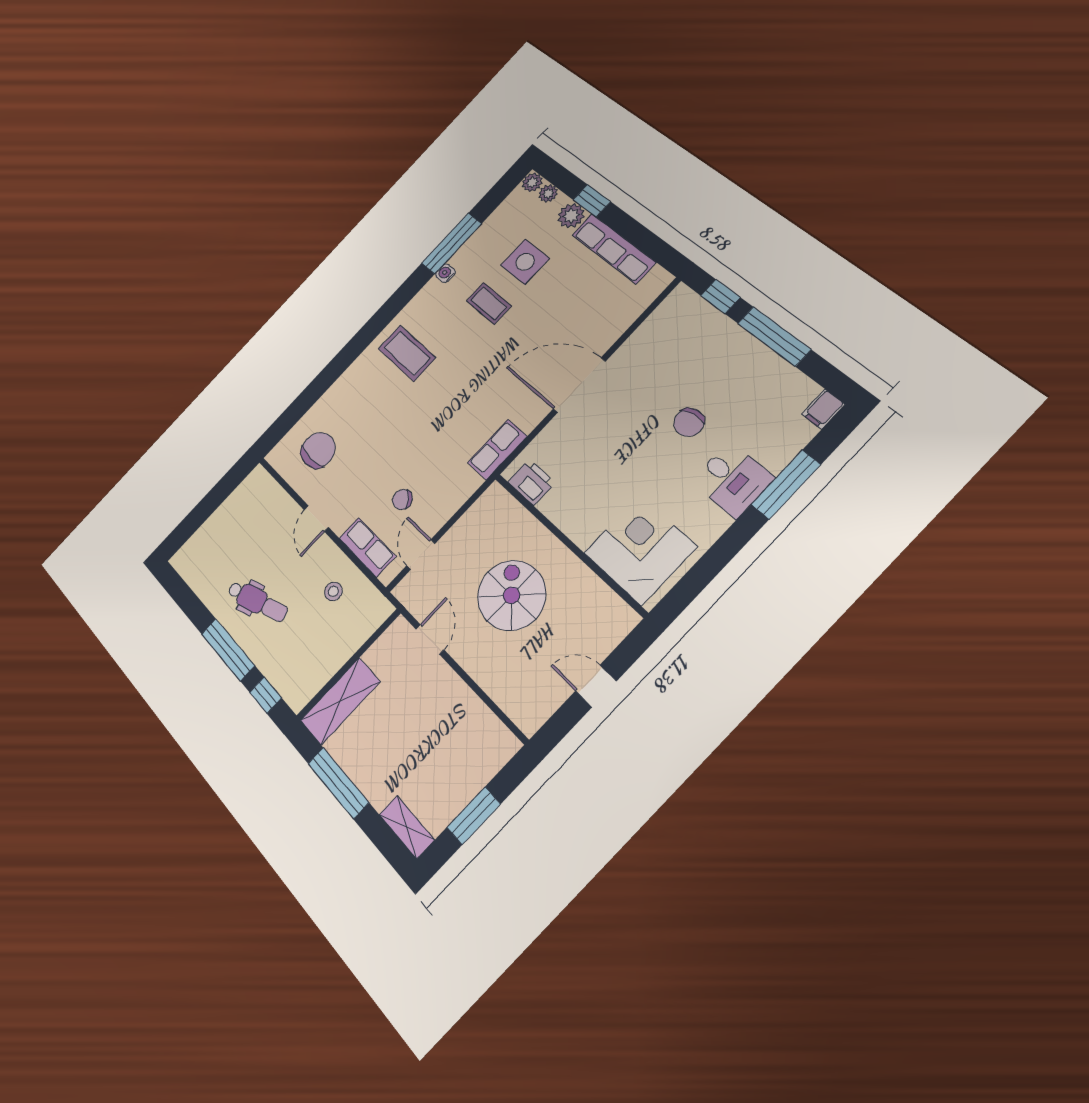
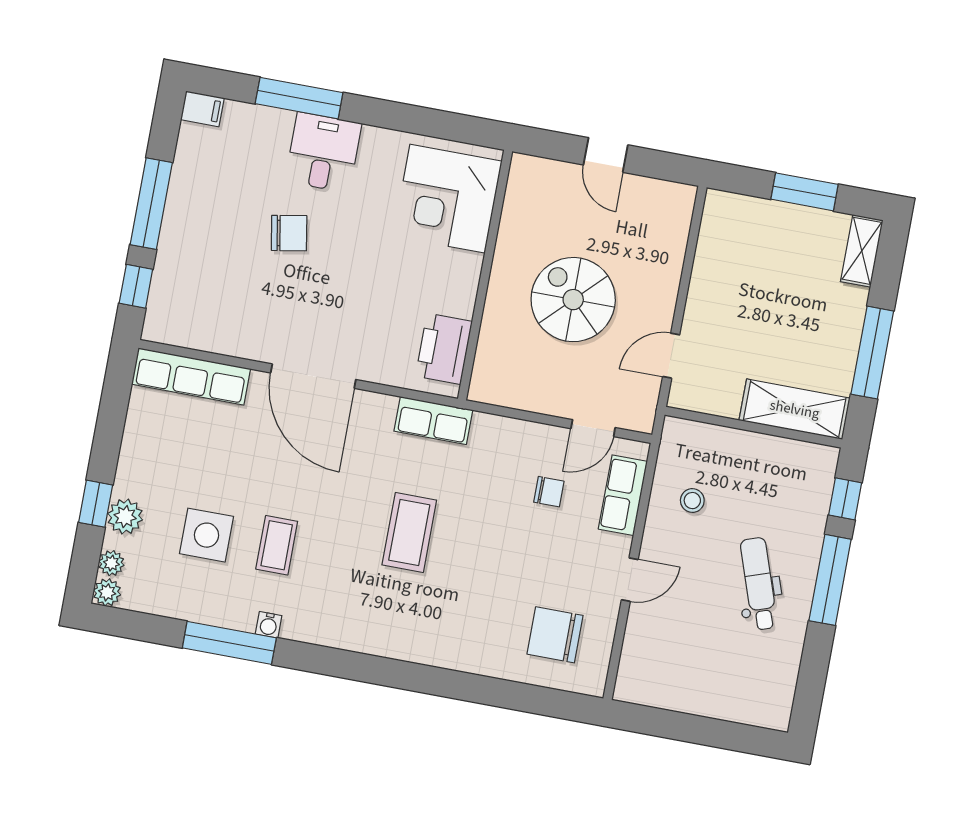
row of seats: (614, 249) -> (191, 376), moved, turned 90
coffee table: (407, 353) -> (409, 532), moved
printer: (532, 482) -> (444, 349), width x1.37, depth x1.19
chair: (402, 499) -> (549, 492), turned -48
spiral stairs: (512, 595) -> (573, 300), turned 90

